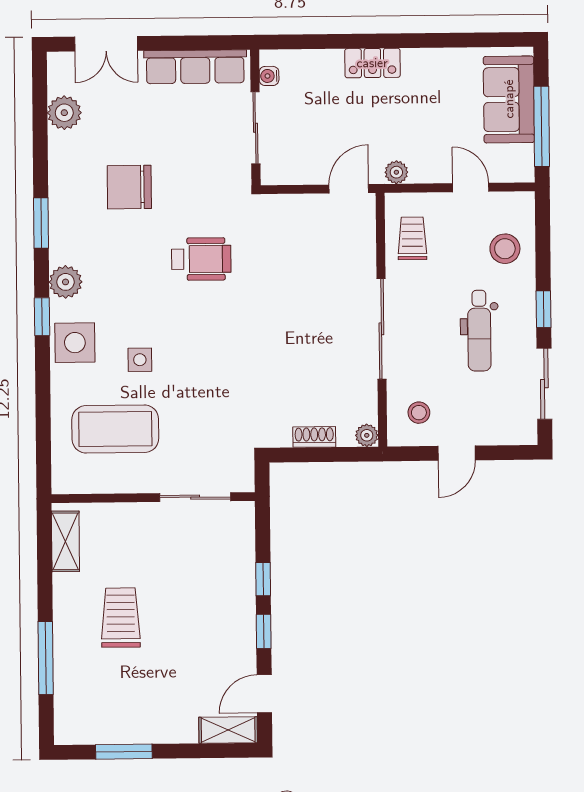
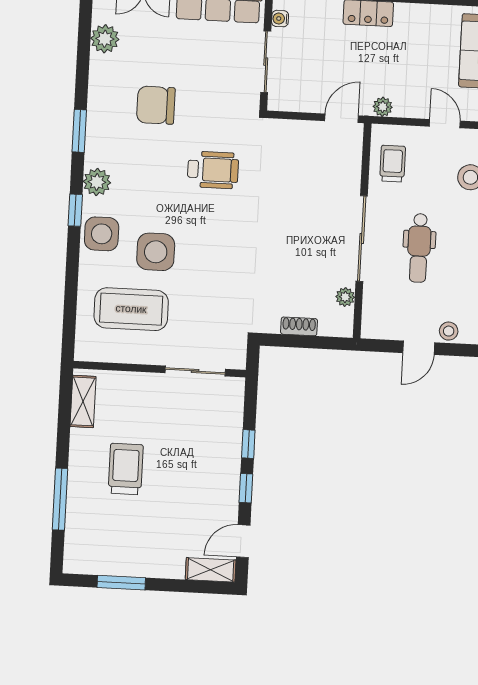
dental chair: (479, 331) -> (419, 248), moved
side table: (140, 360) -> (156, 252), width x1.87, depth x1.87
stool: (419, 413) -> (449, 331), moved
plant: (367, 435) -> (345, 297), moved

